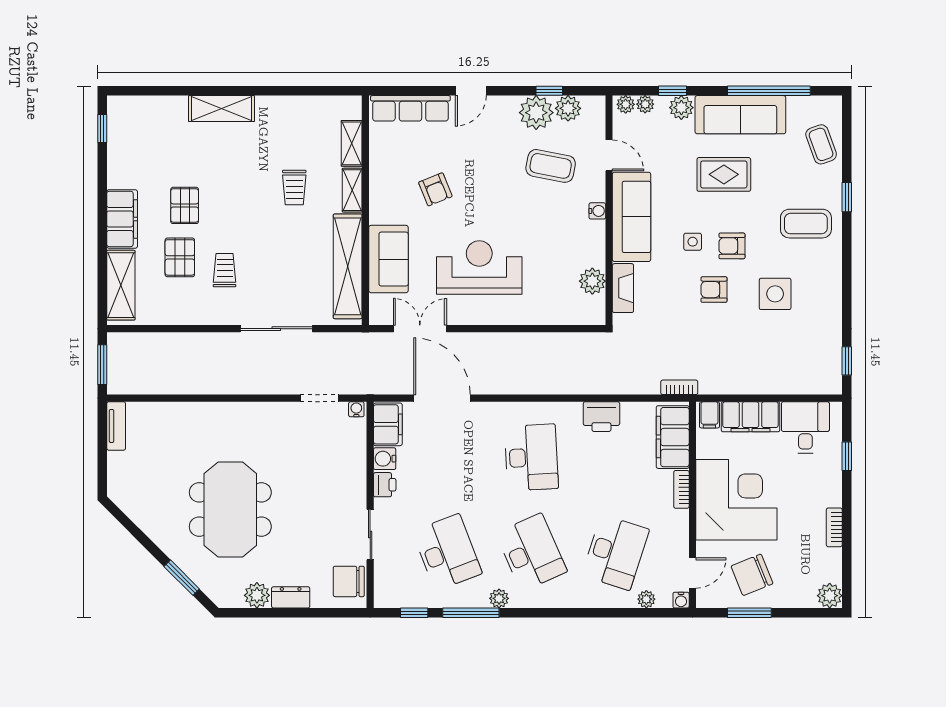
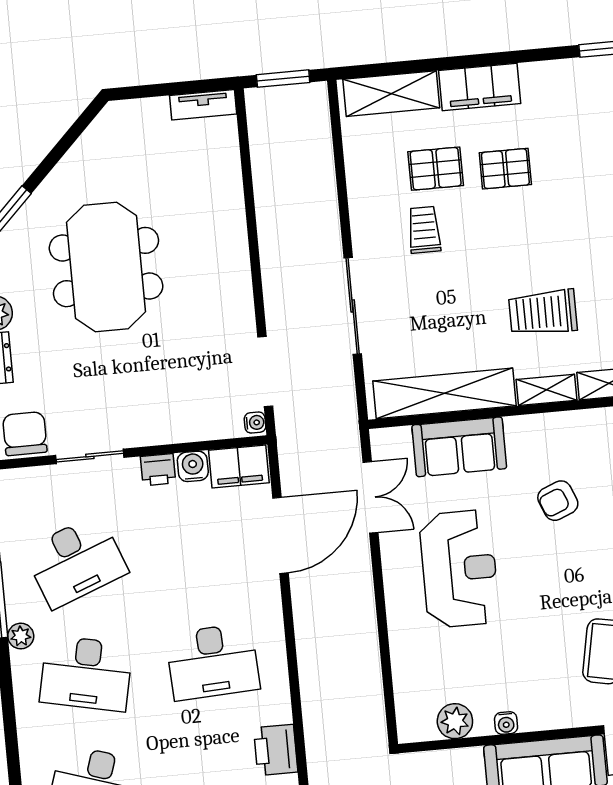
trolley: (294, 187) -> (543, 312), width x1.36, depth x1.39
water cooler: (597, 211) -> (506, 723), moved
trolley: (225, 270) -> (424, 230), turned -90
fireplace: (623, 288) -> (449, 763), removed
doorway: (319, 398) -> (265, 372), width x1.38
meeting table: (230, 509) -> (106, 267), turned 90
desk: (531, 552) -> (86, 673), turned 36

